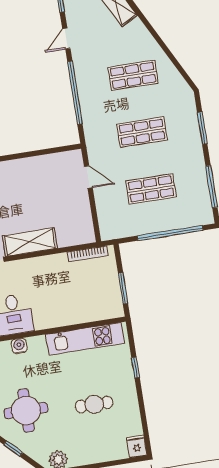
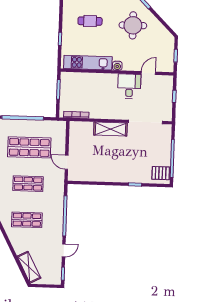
shop shelf: (151, 189) -> (29, 147), width x1.43, depth x1.36
water cooler: (19, 346) -> (117, 66), moved

